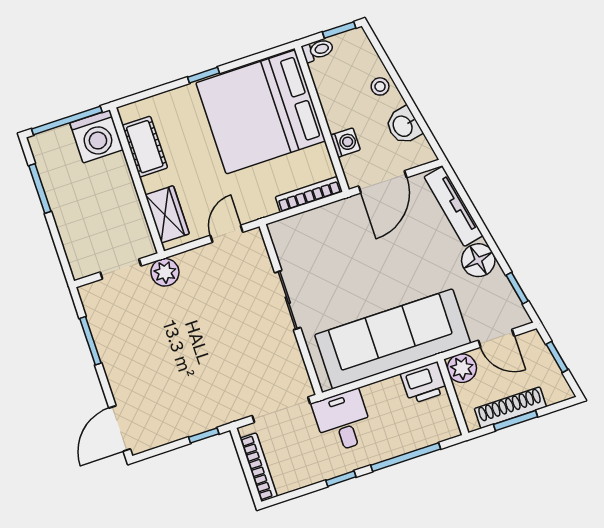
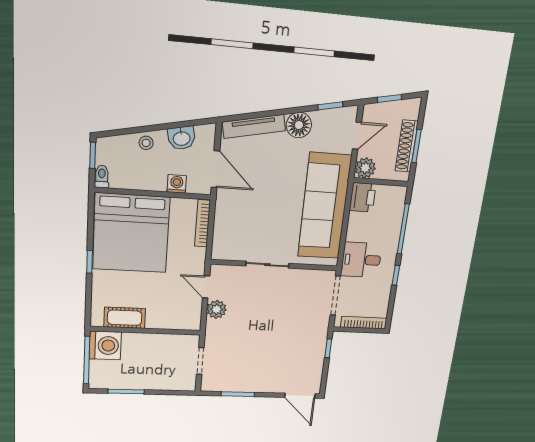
wardrobe: (167, 214) -> (177, 320), removed
plant: (165, 272) -> (217, 309), moved

